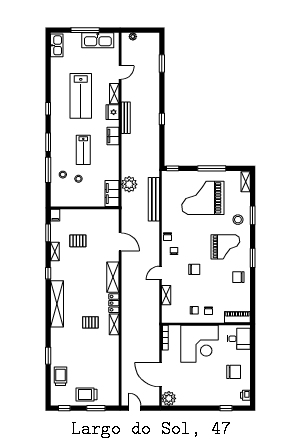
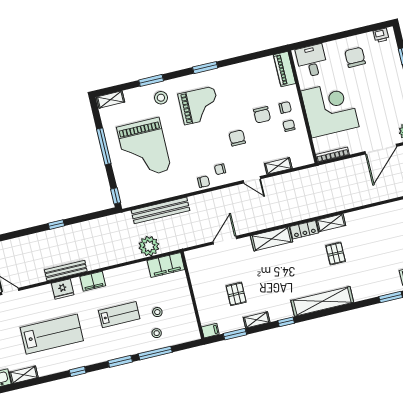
shelving: (114, 94) -> (24, 375), moved
grand piano: (225, 247) -> (199, 105), turned 91
chair: (238, 277) -> (262, 115), moved

